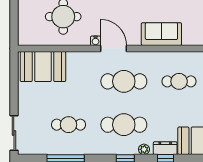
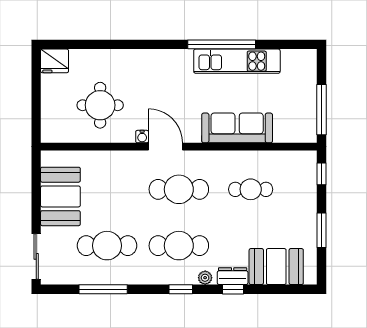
sofa: (161, 34) -> (237, 128), width x1.36
booth: (43, 66) -> (60, 196), moved, turned 90
cafe table: (69, 125) -> (107, 246), width x1.37, depth x1.35

